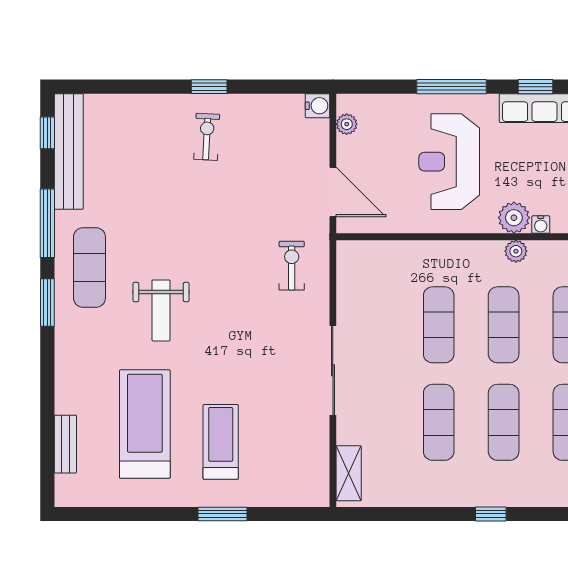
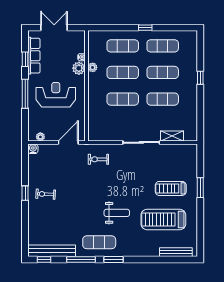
reception desk: (449, 162) -> (56, 95), turned 180
bench: (65, 444) -> (176, 252), width x1.36
shelving: (349, 473) -> (172, 136), moved

